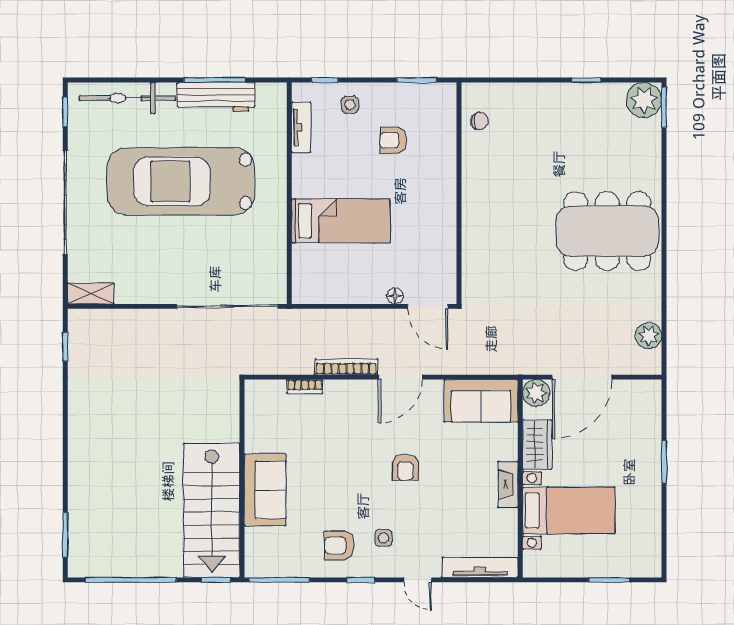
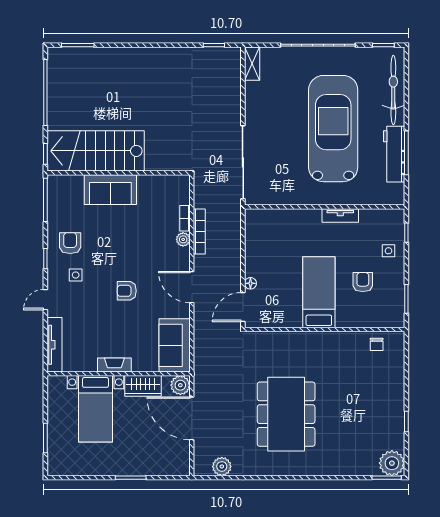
tv unit: (301, 127) -> (340, 216), moved
bed: (341, 221) -> (319, 292), moved, turned 180
dining table: (607, 231) -> (286, 414), moved
bookcase: (346, 367) -> (199, 232), moved
plant: (334, 389) -> (183, 239), added

